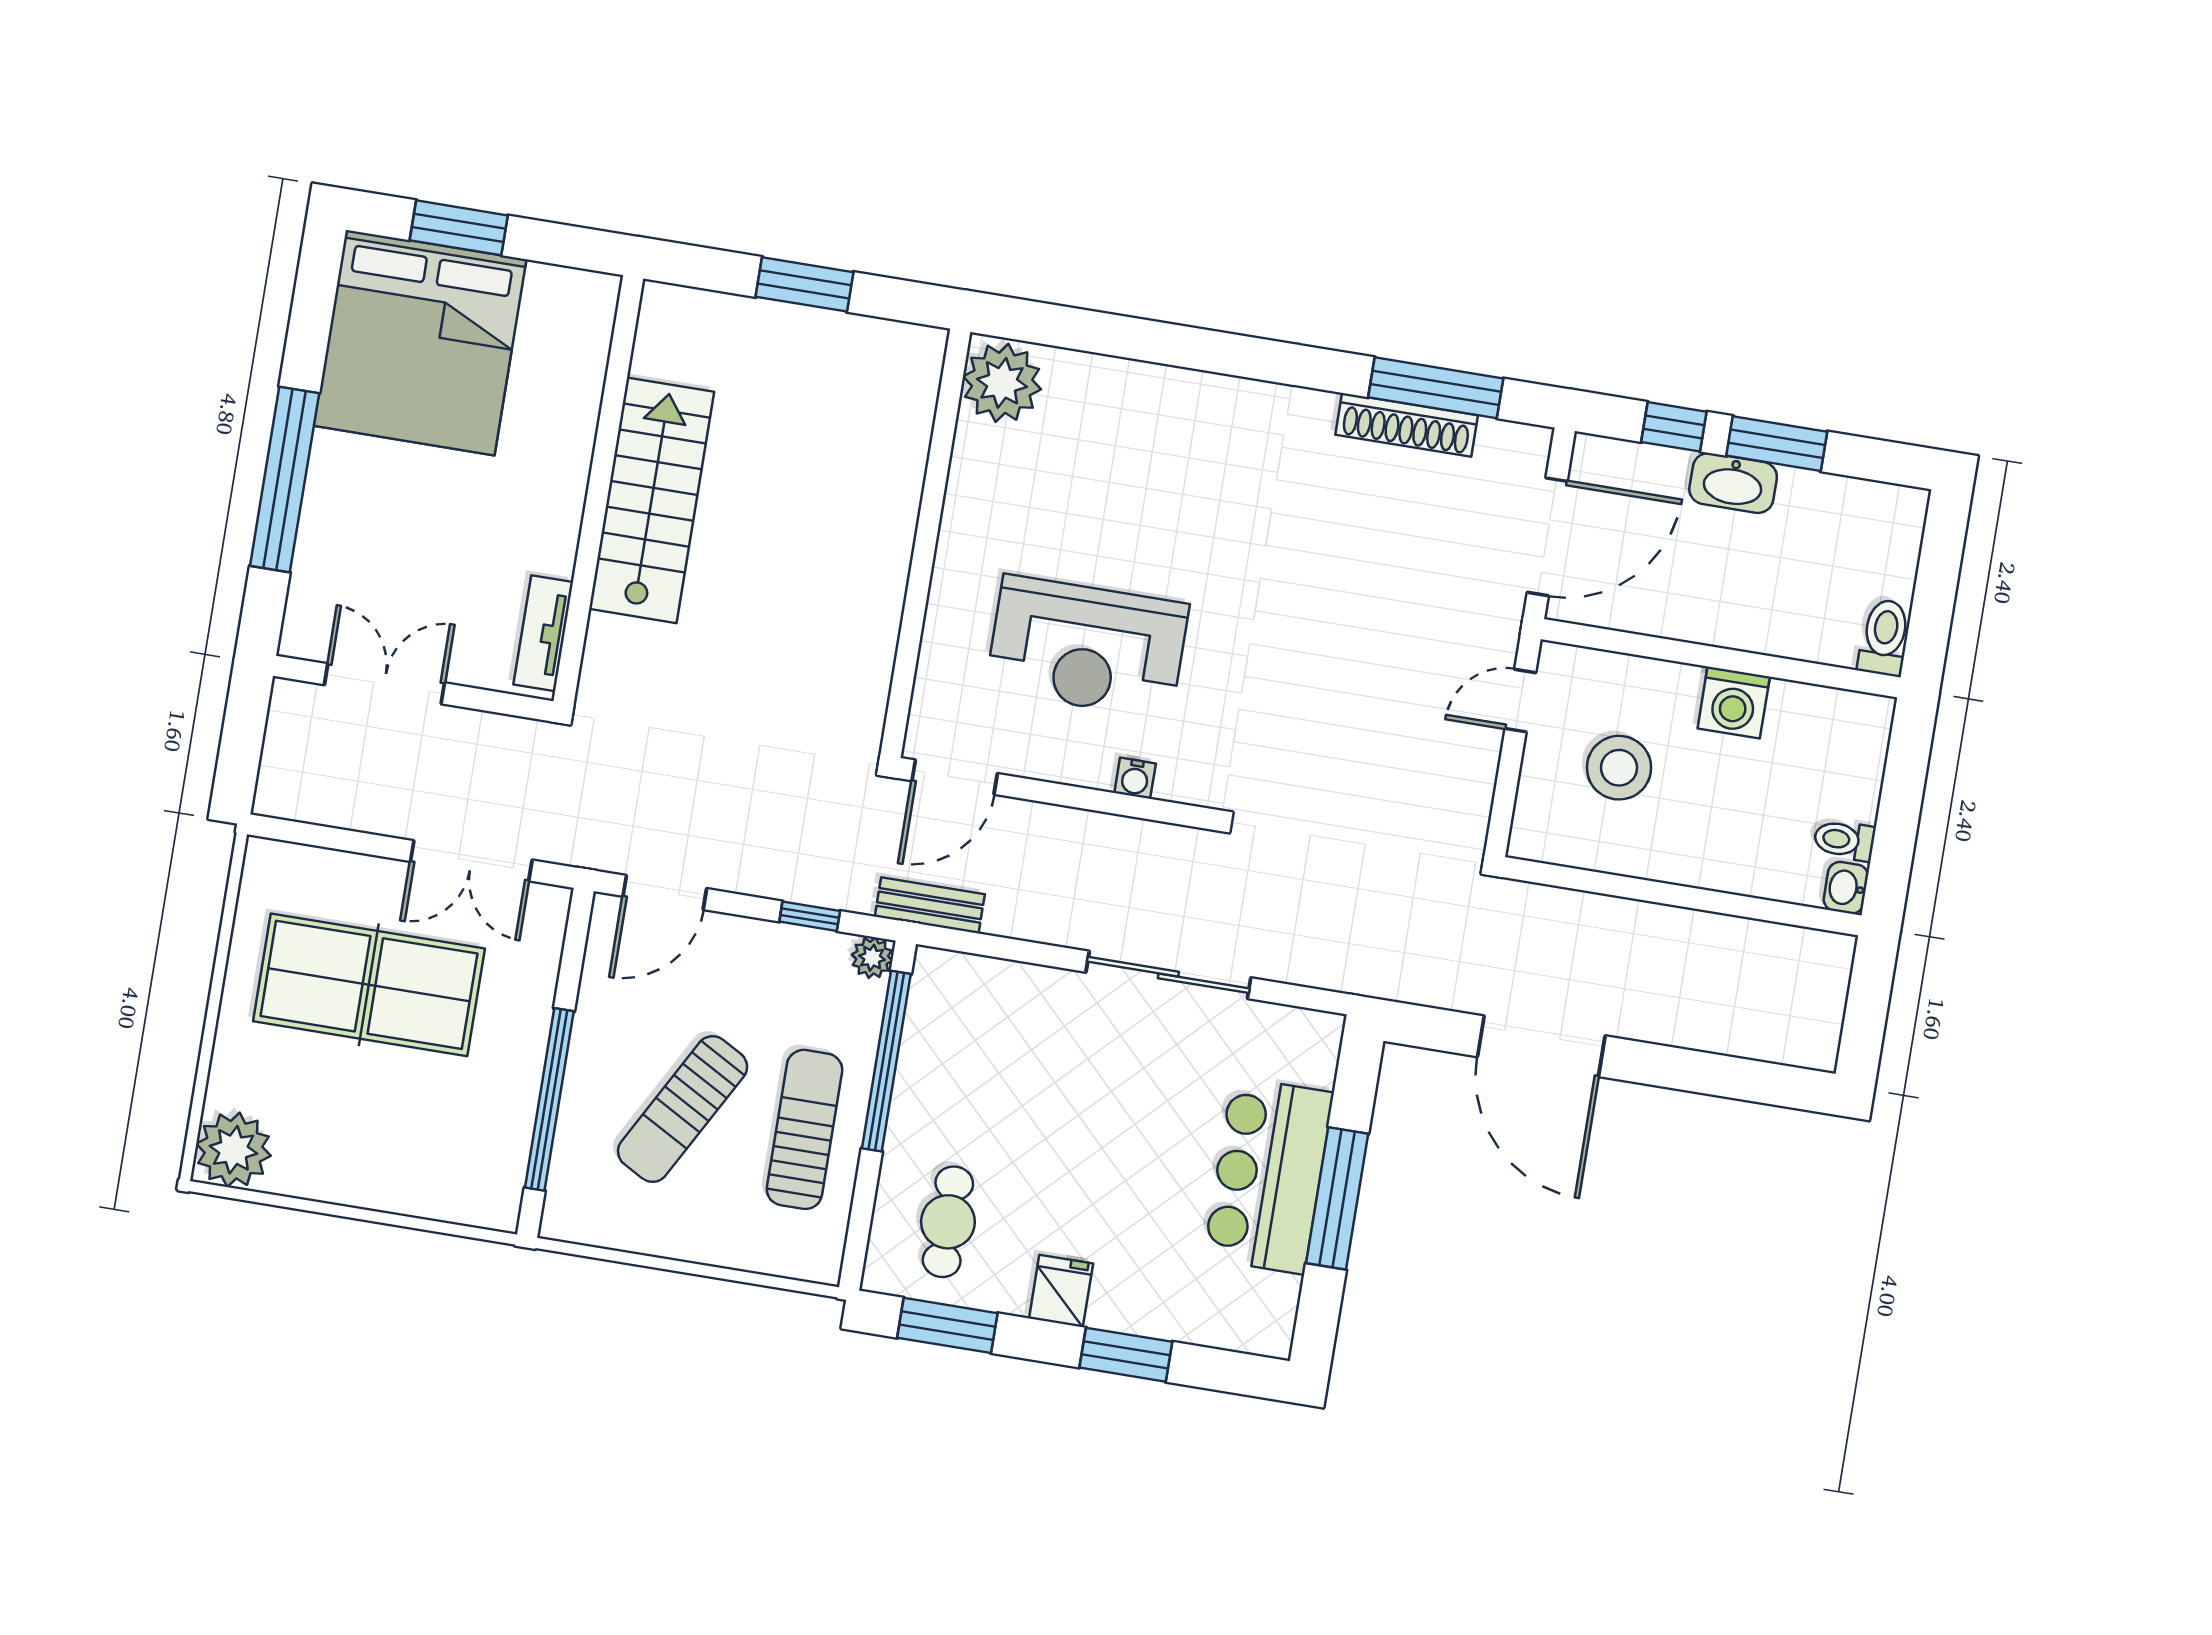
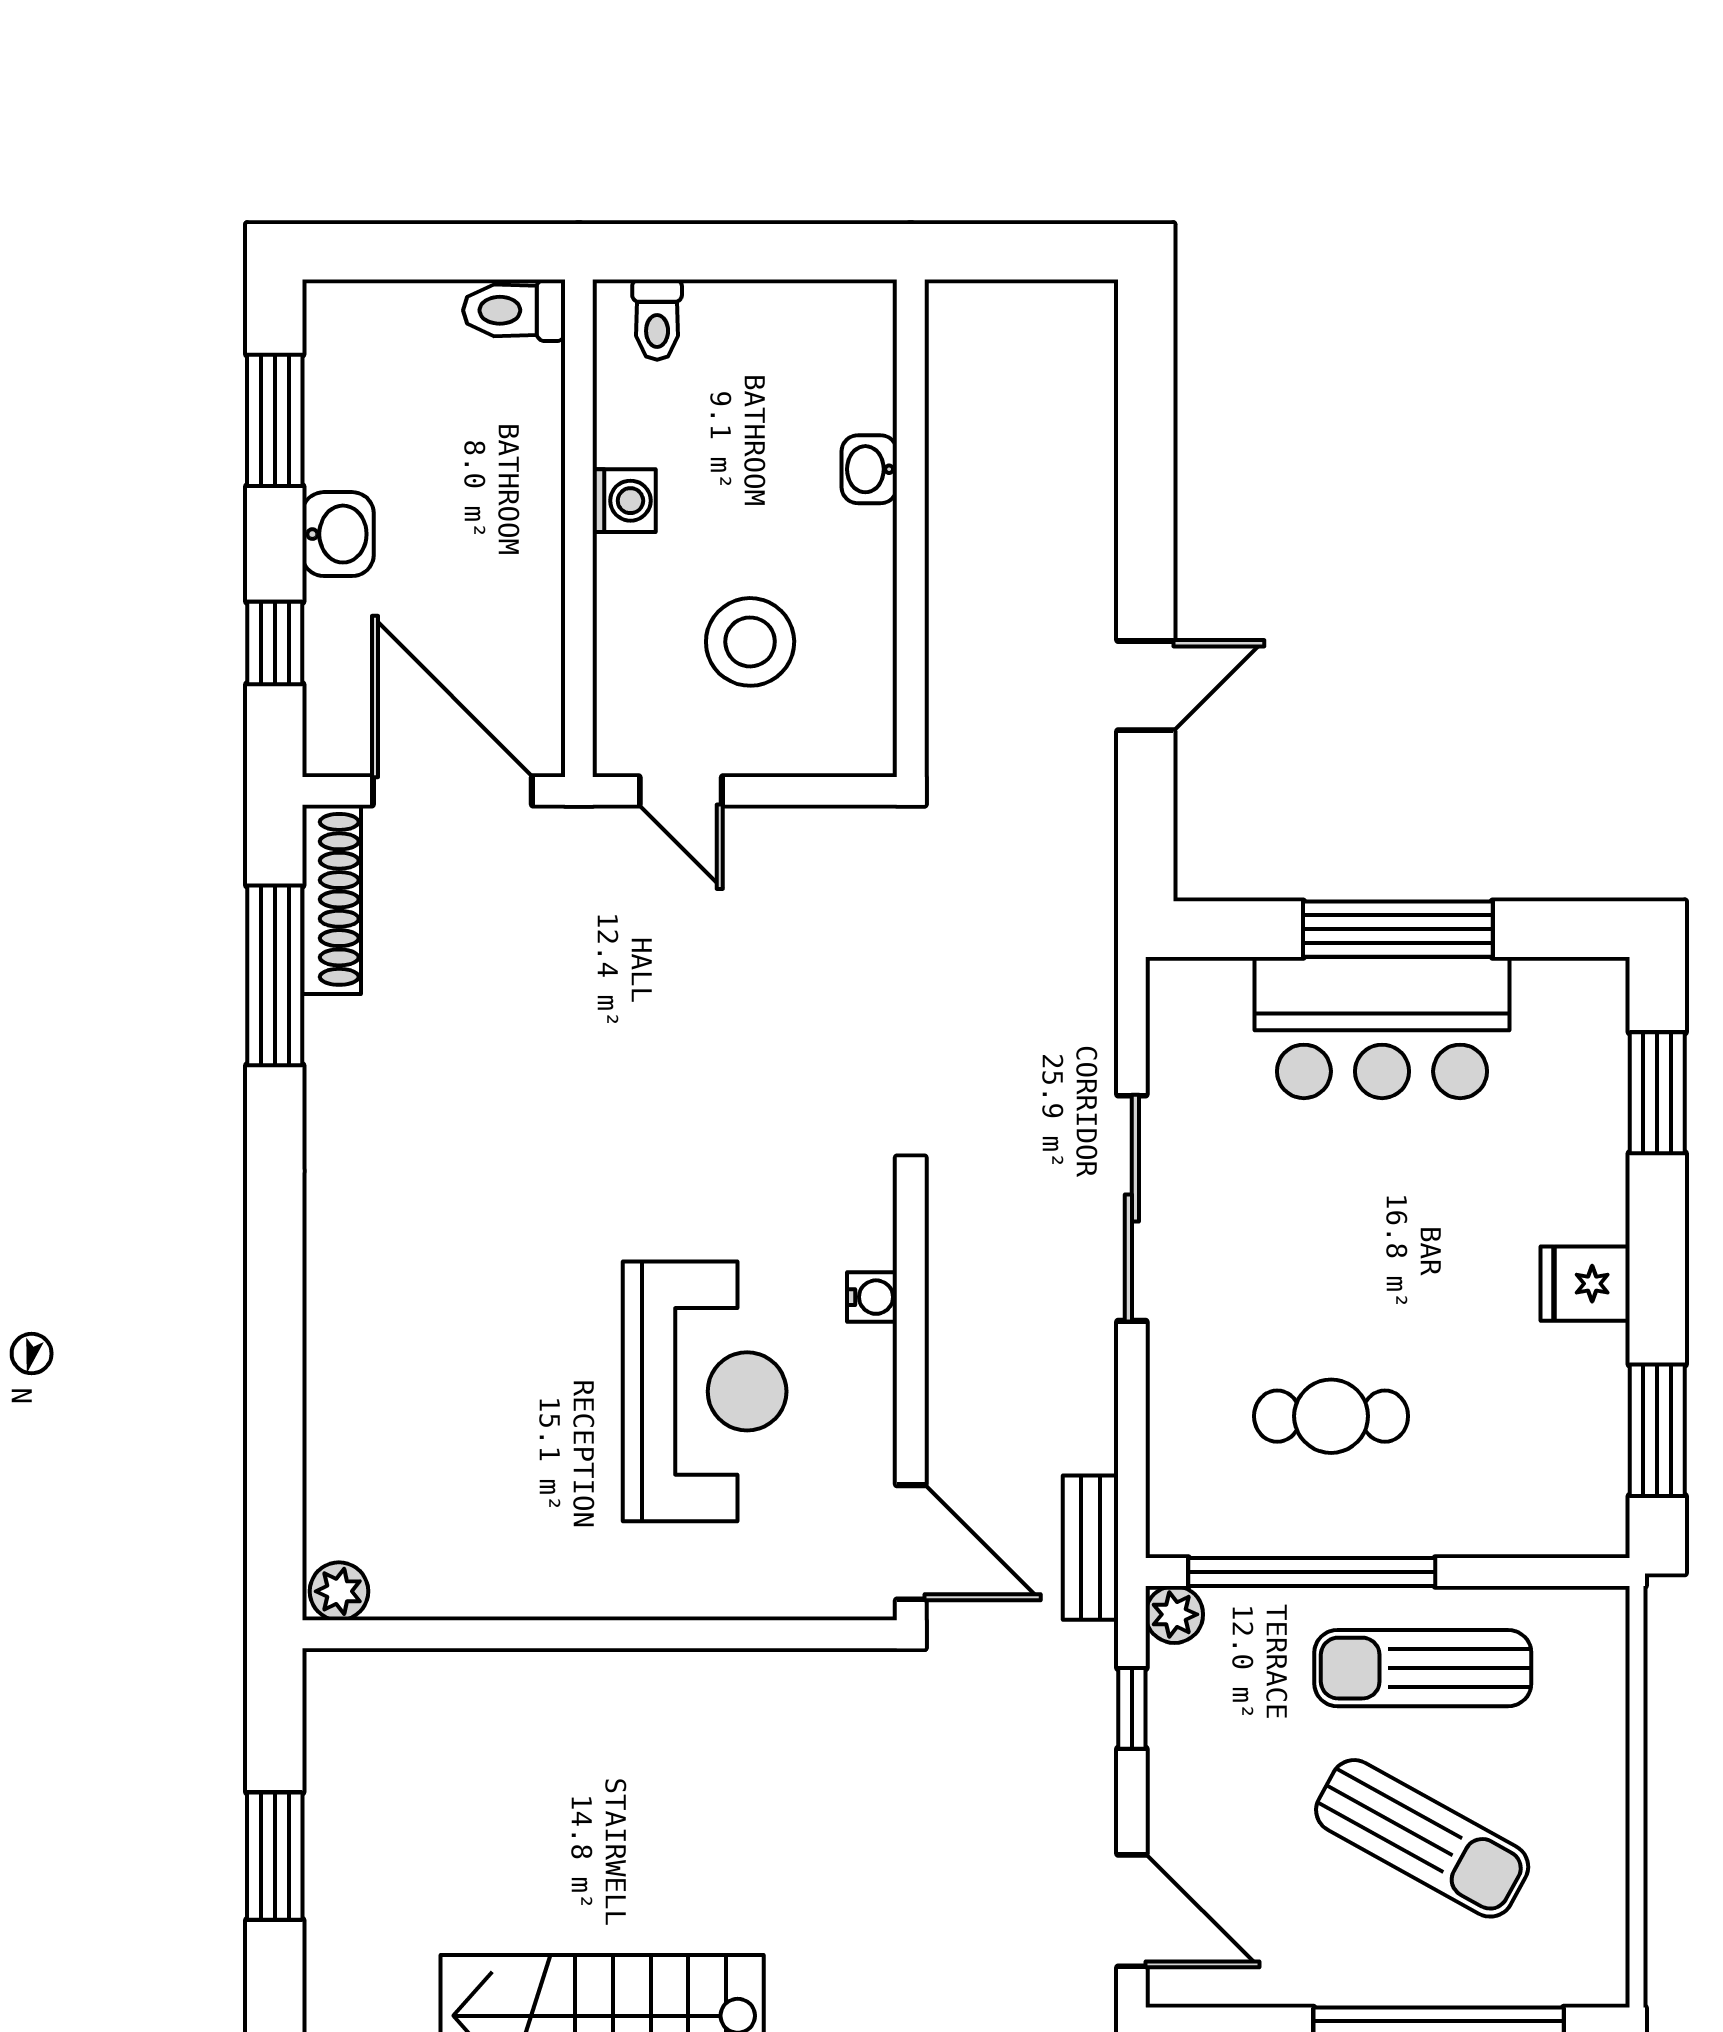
plant: (1002, 383) -> (339, 1591), width x0.53, depth x0.53
shoe rack: (1407, 425) -> (332, 899), moved
window: (1777, 444) -> (275, 420), moved
washbasin: (1733, 483) -> (338, 534), width x0.72
washing machine: (1734, 703) -> (624, 501), width x0.73, depth x0.73
toilet: (1844, 840) -> (657, 320), moved
washbasin: (1846, 888) -> (869, 469), moved, turned 90
door: (1541, 1046) -> (1146, 686), width x0.53
cafe table: (948, 1222) -> (1331, 1416), moved
window: (1126, 1355) -> (1657, 1093), moved

